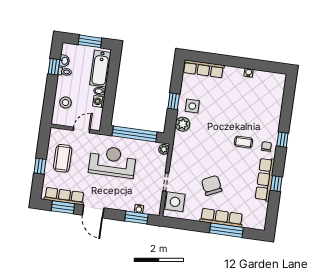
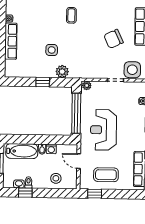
row of seats: (203, 69) -> (11, 41), moved
side table: (192, 106) -> (52, 50), moved
window: (40, 166) -> (95, 194), moved

